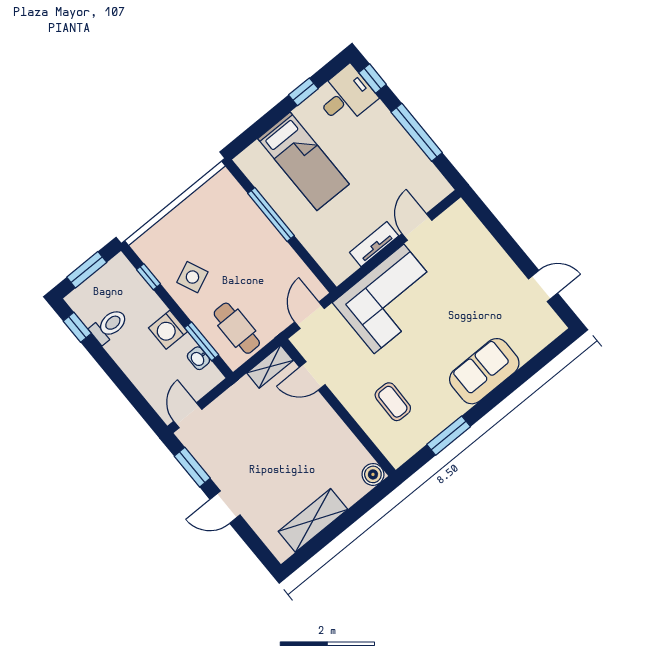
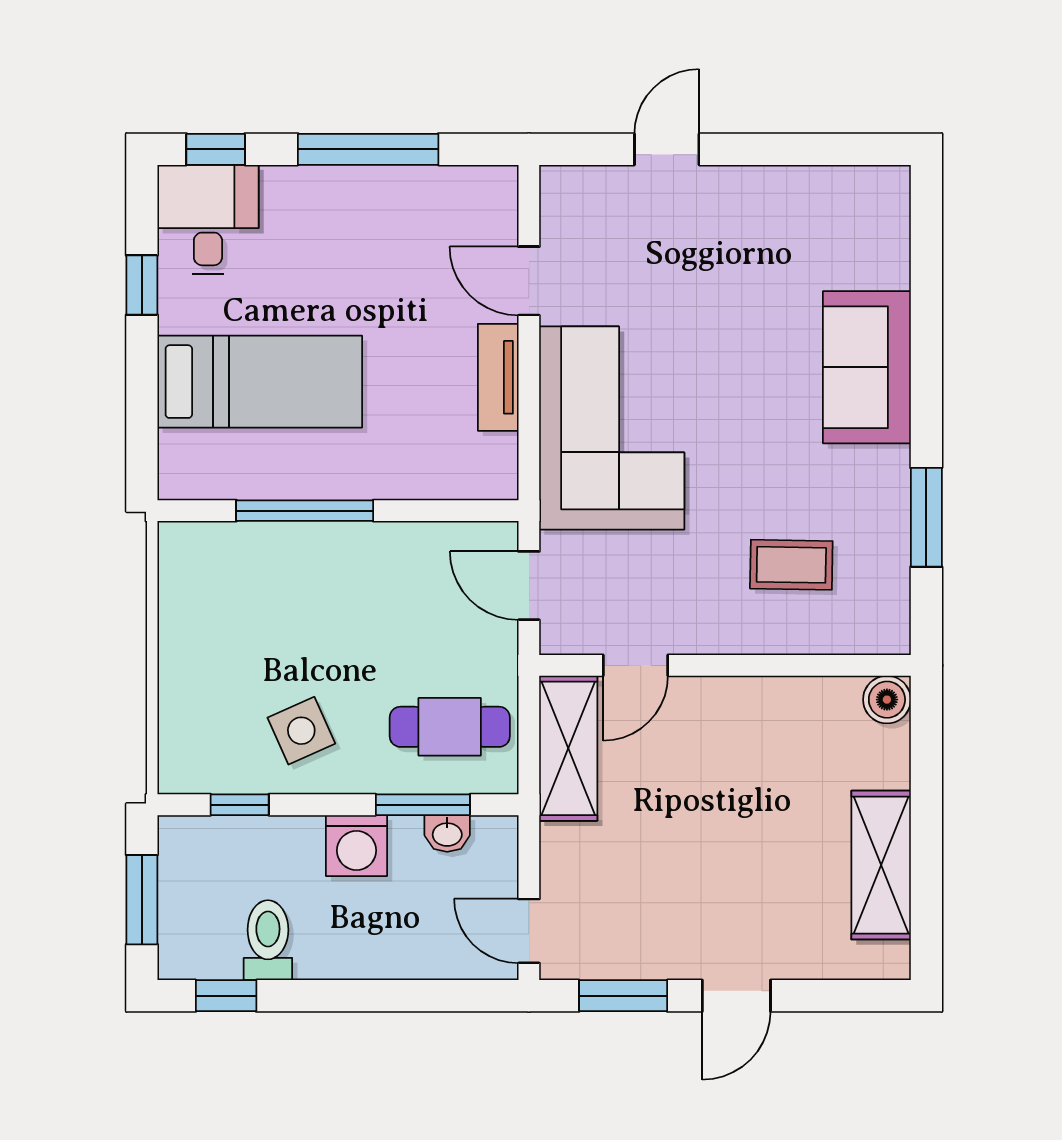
door: (543, 286) -> (667, 149), moved
shelving: (270, 367) -> (568, 748), width x1.50, depth x1.33

